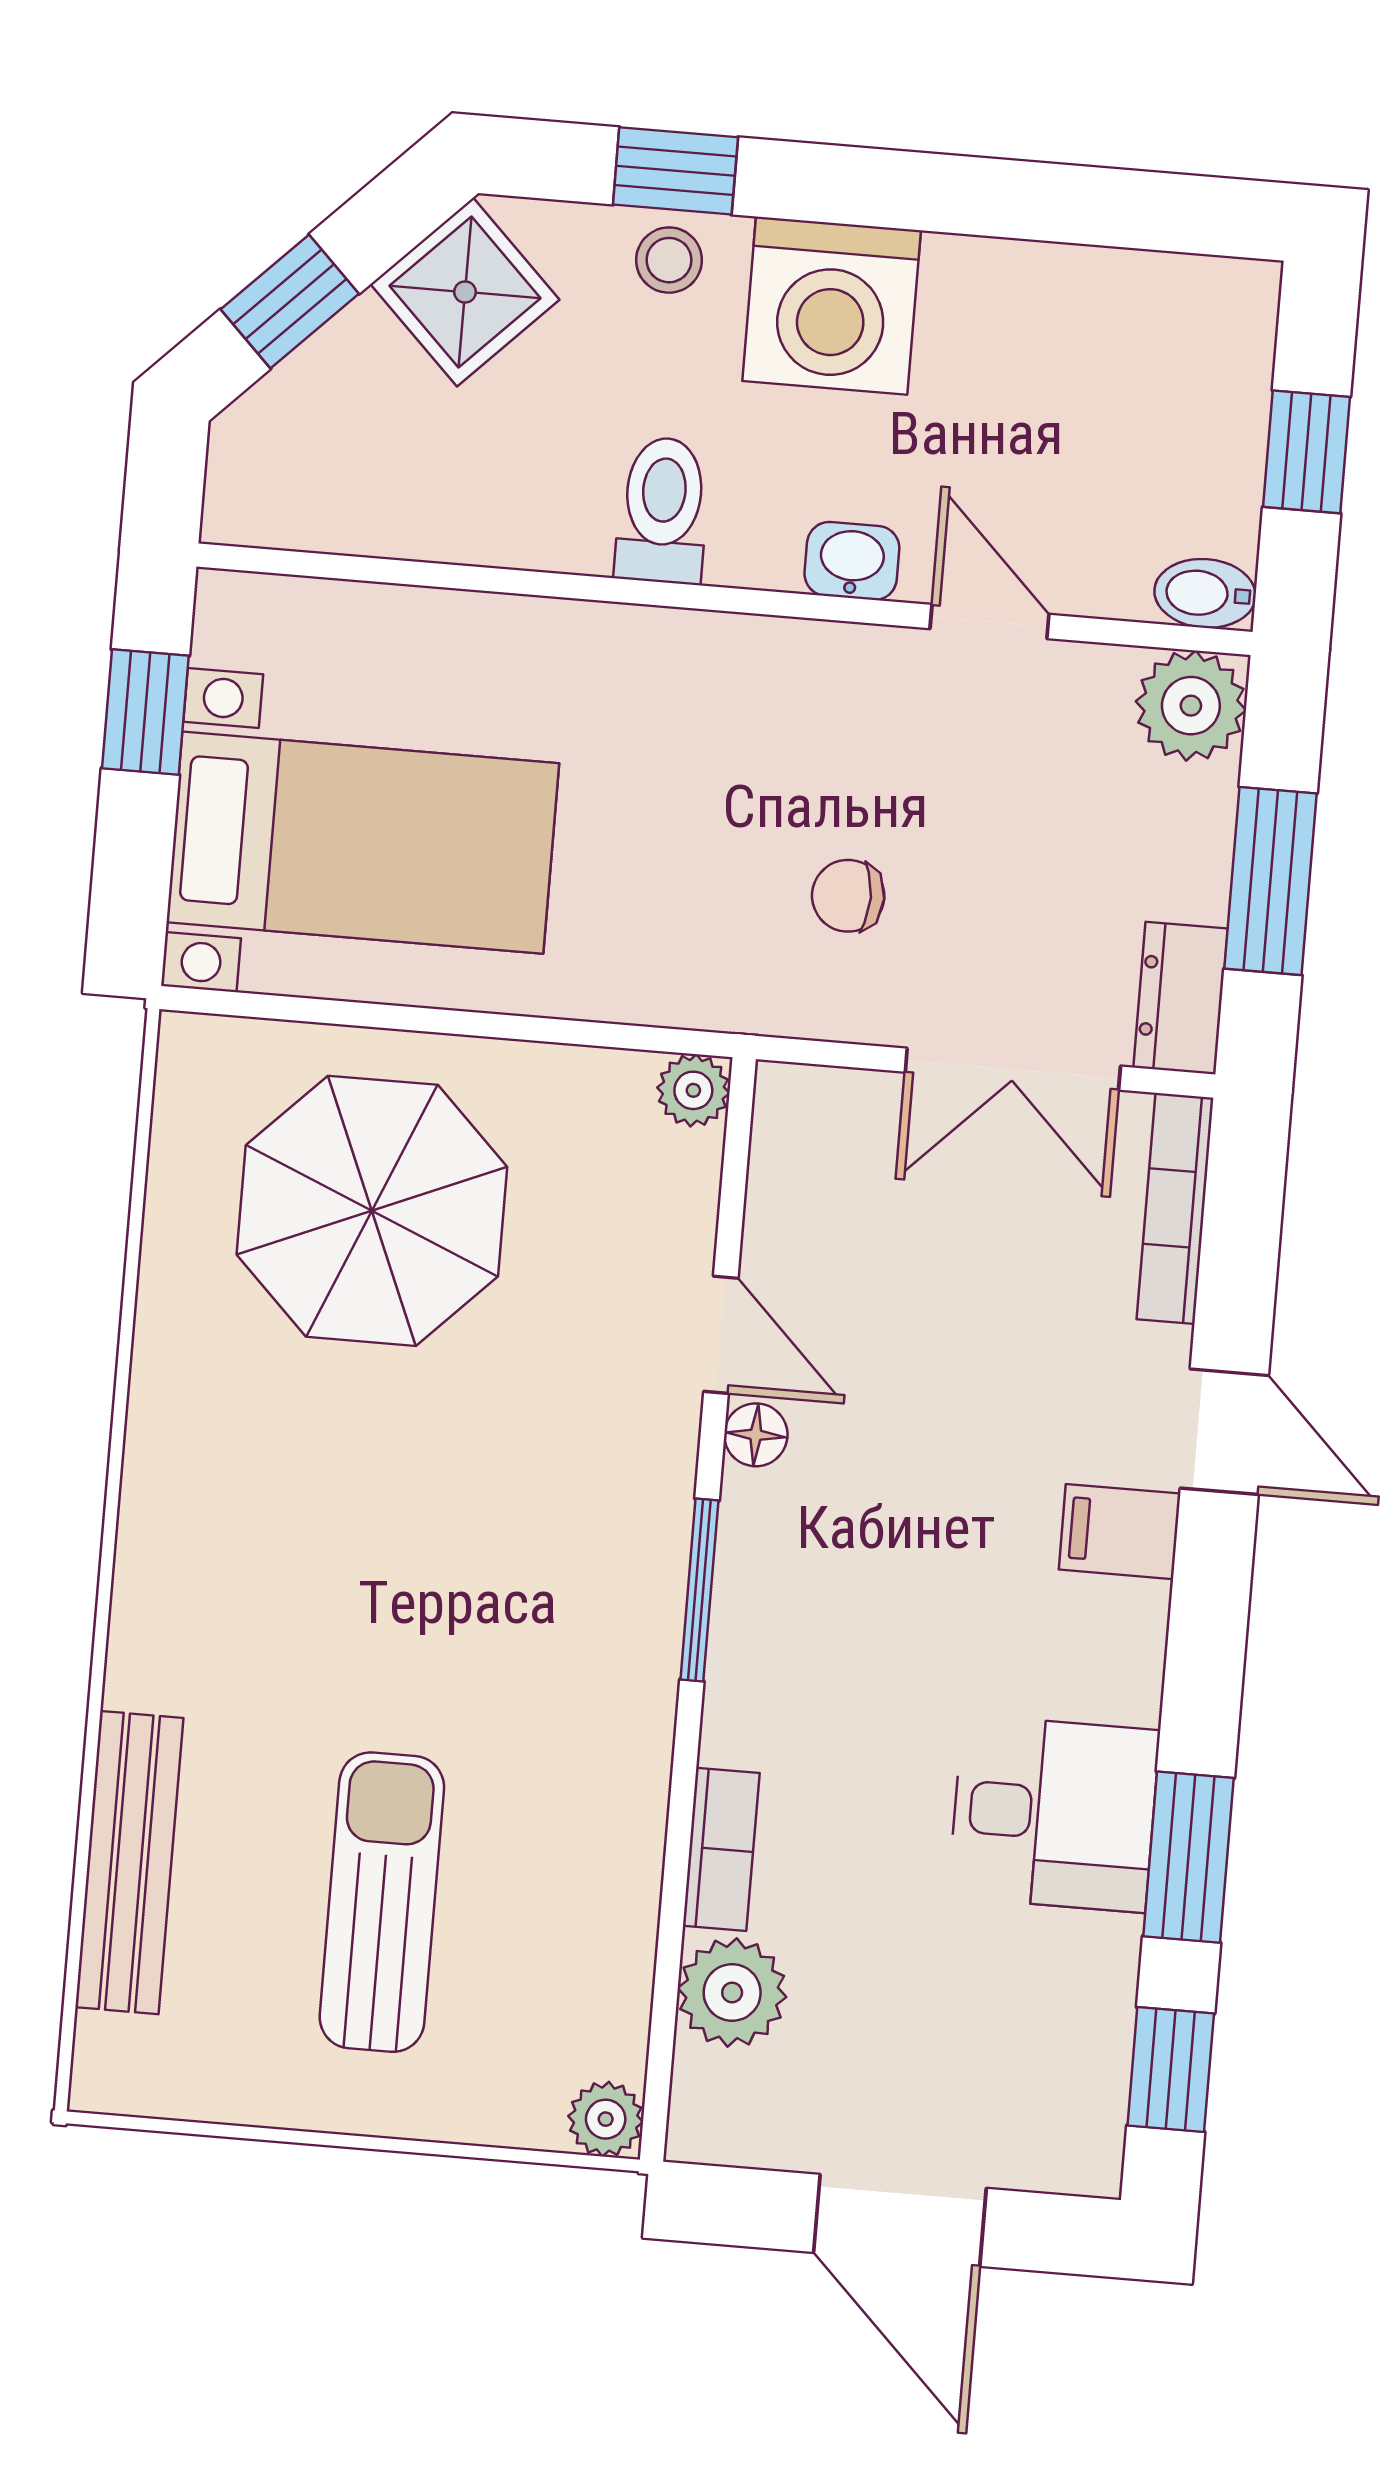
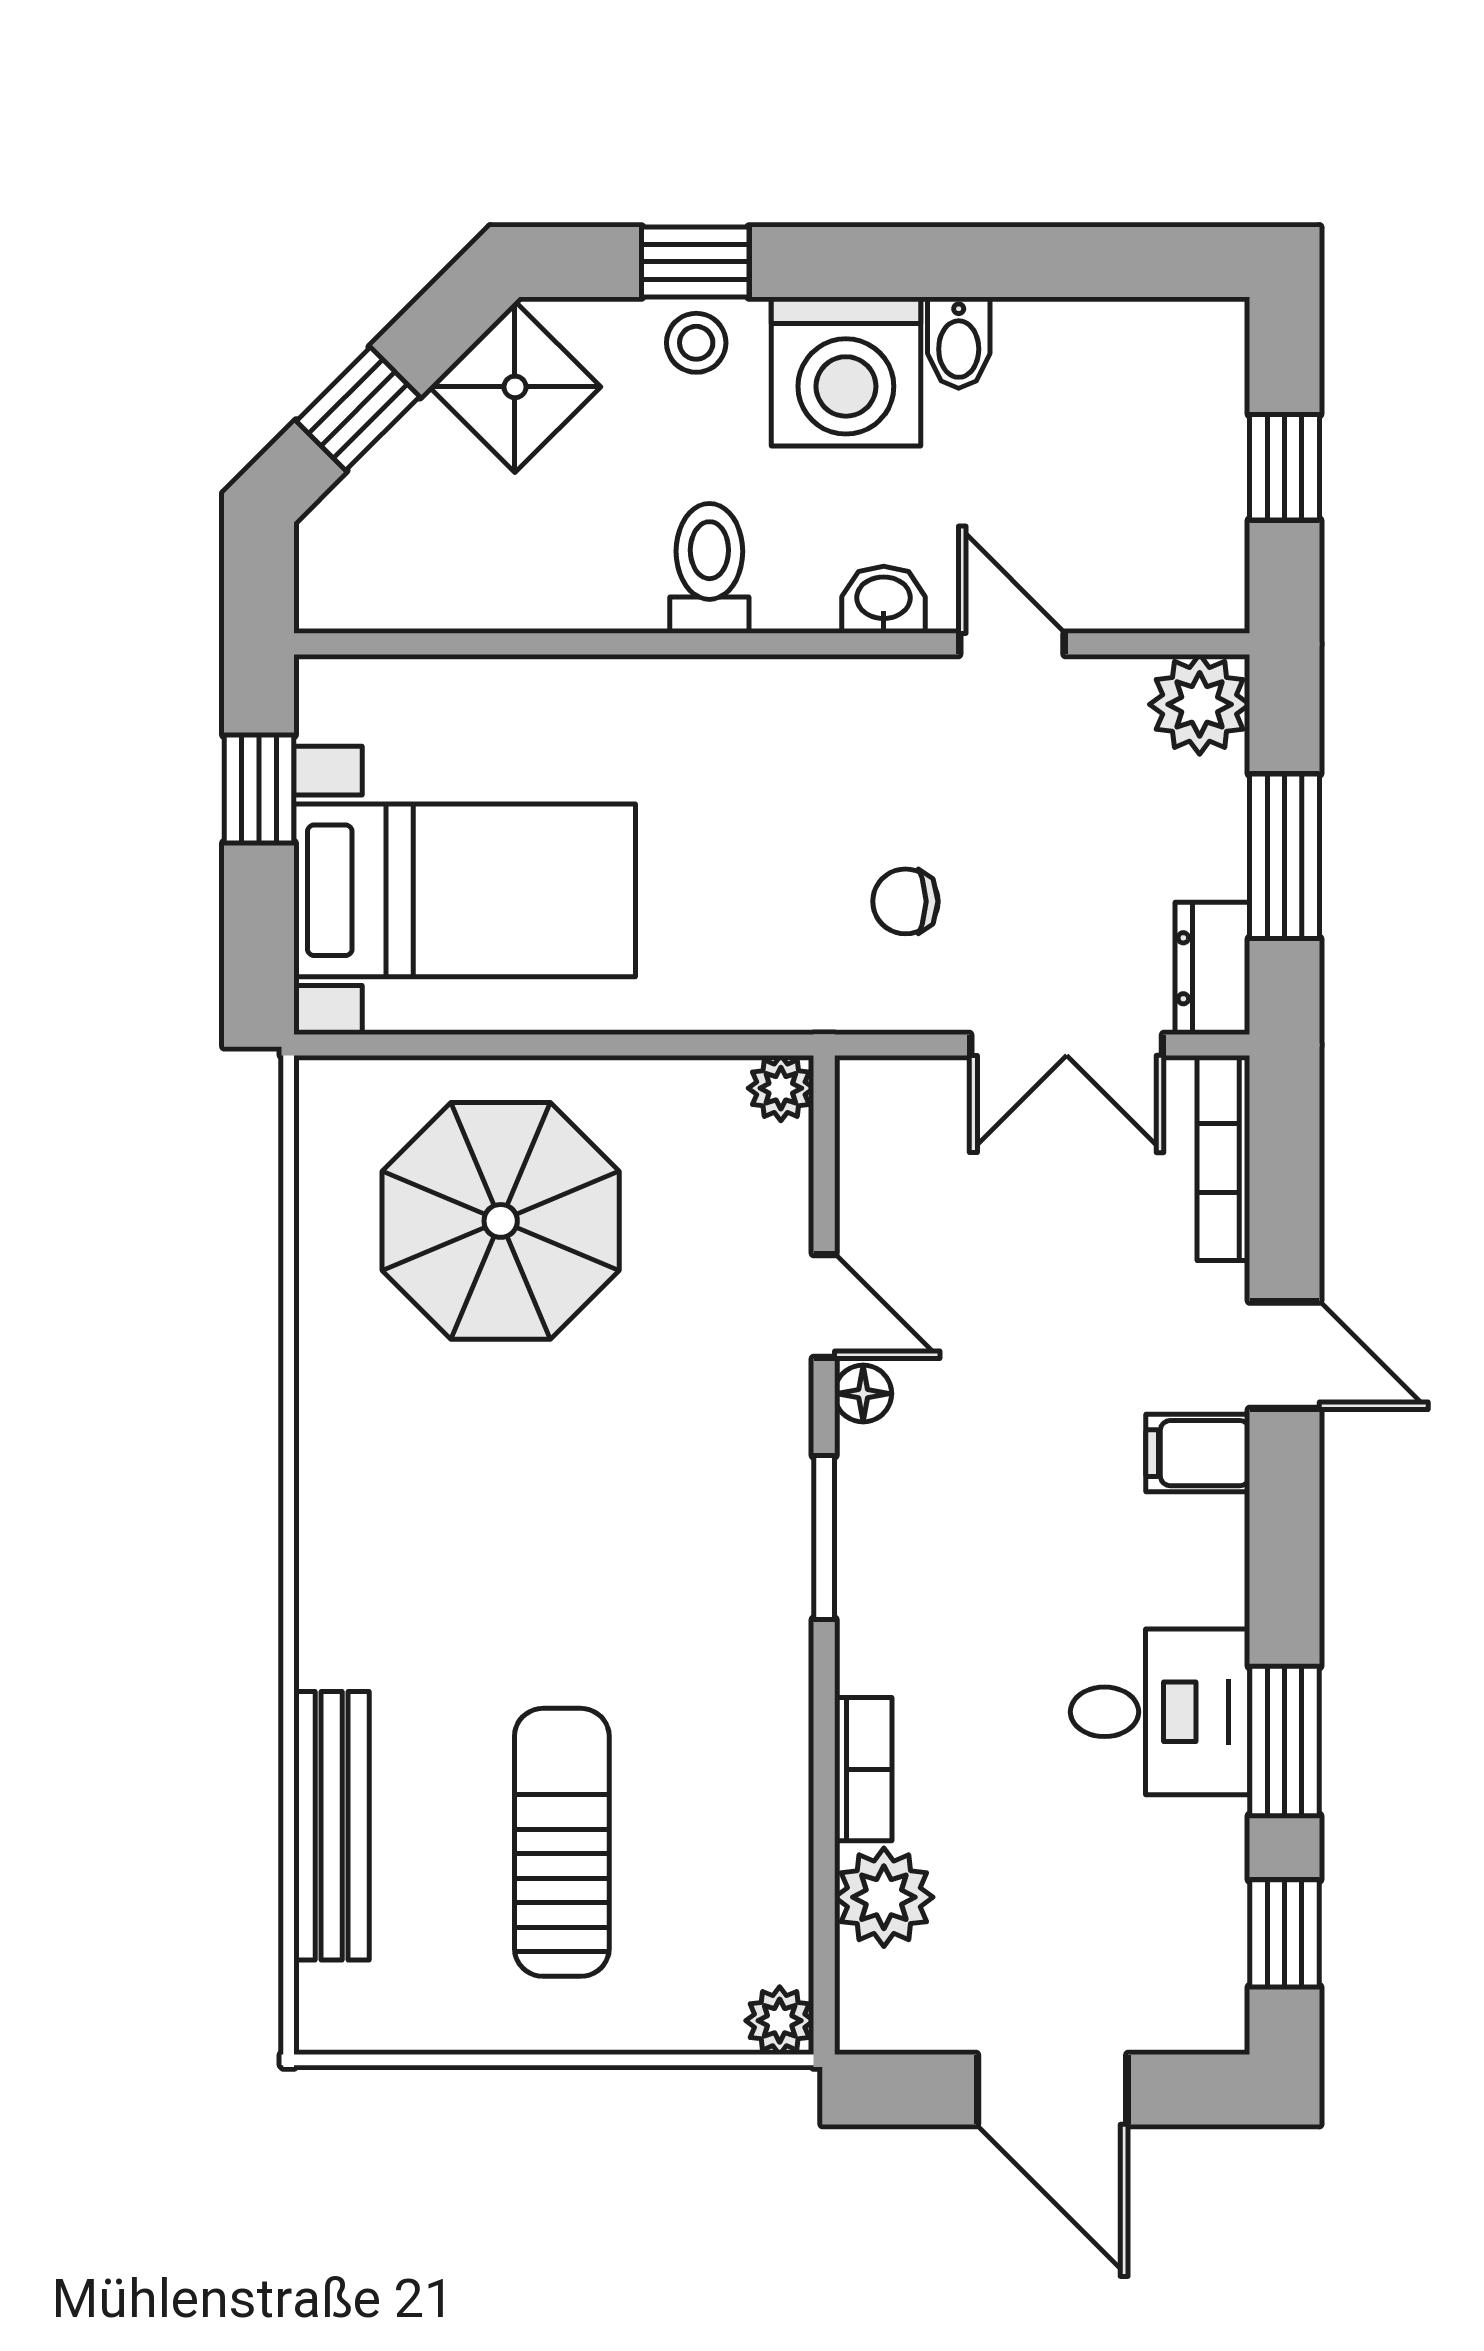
bidet: (1205, 593) -> (959, 343), moved, turned -90

